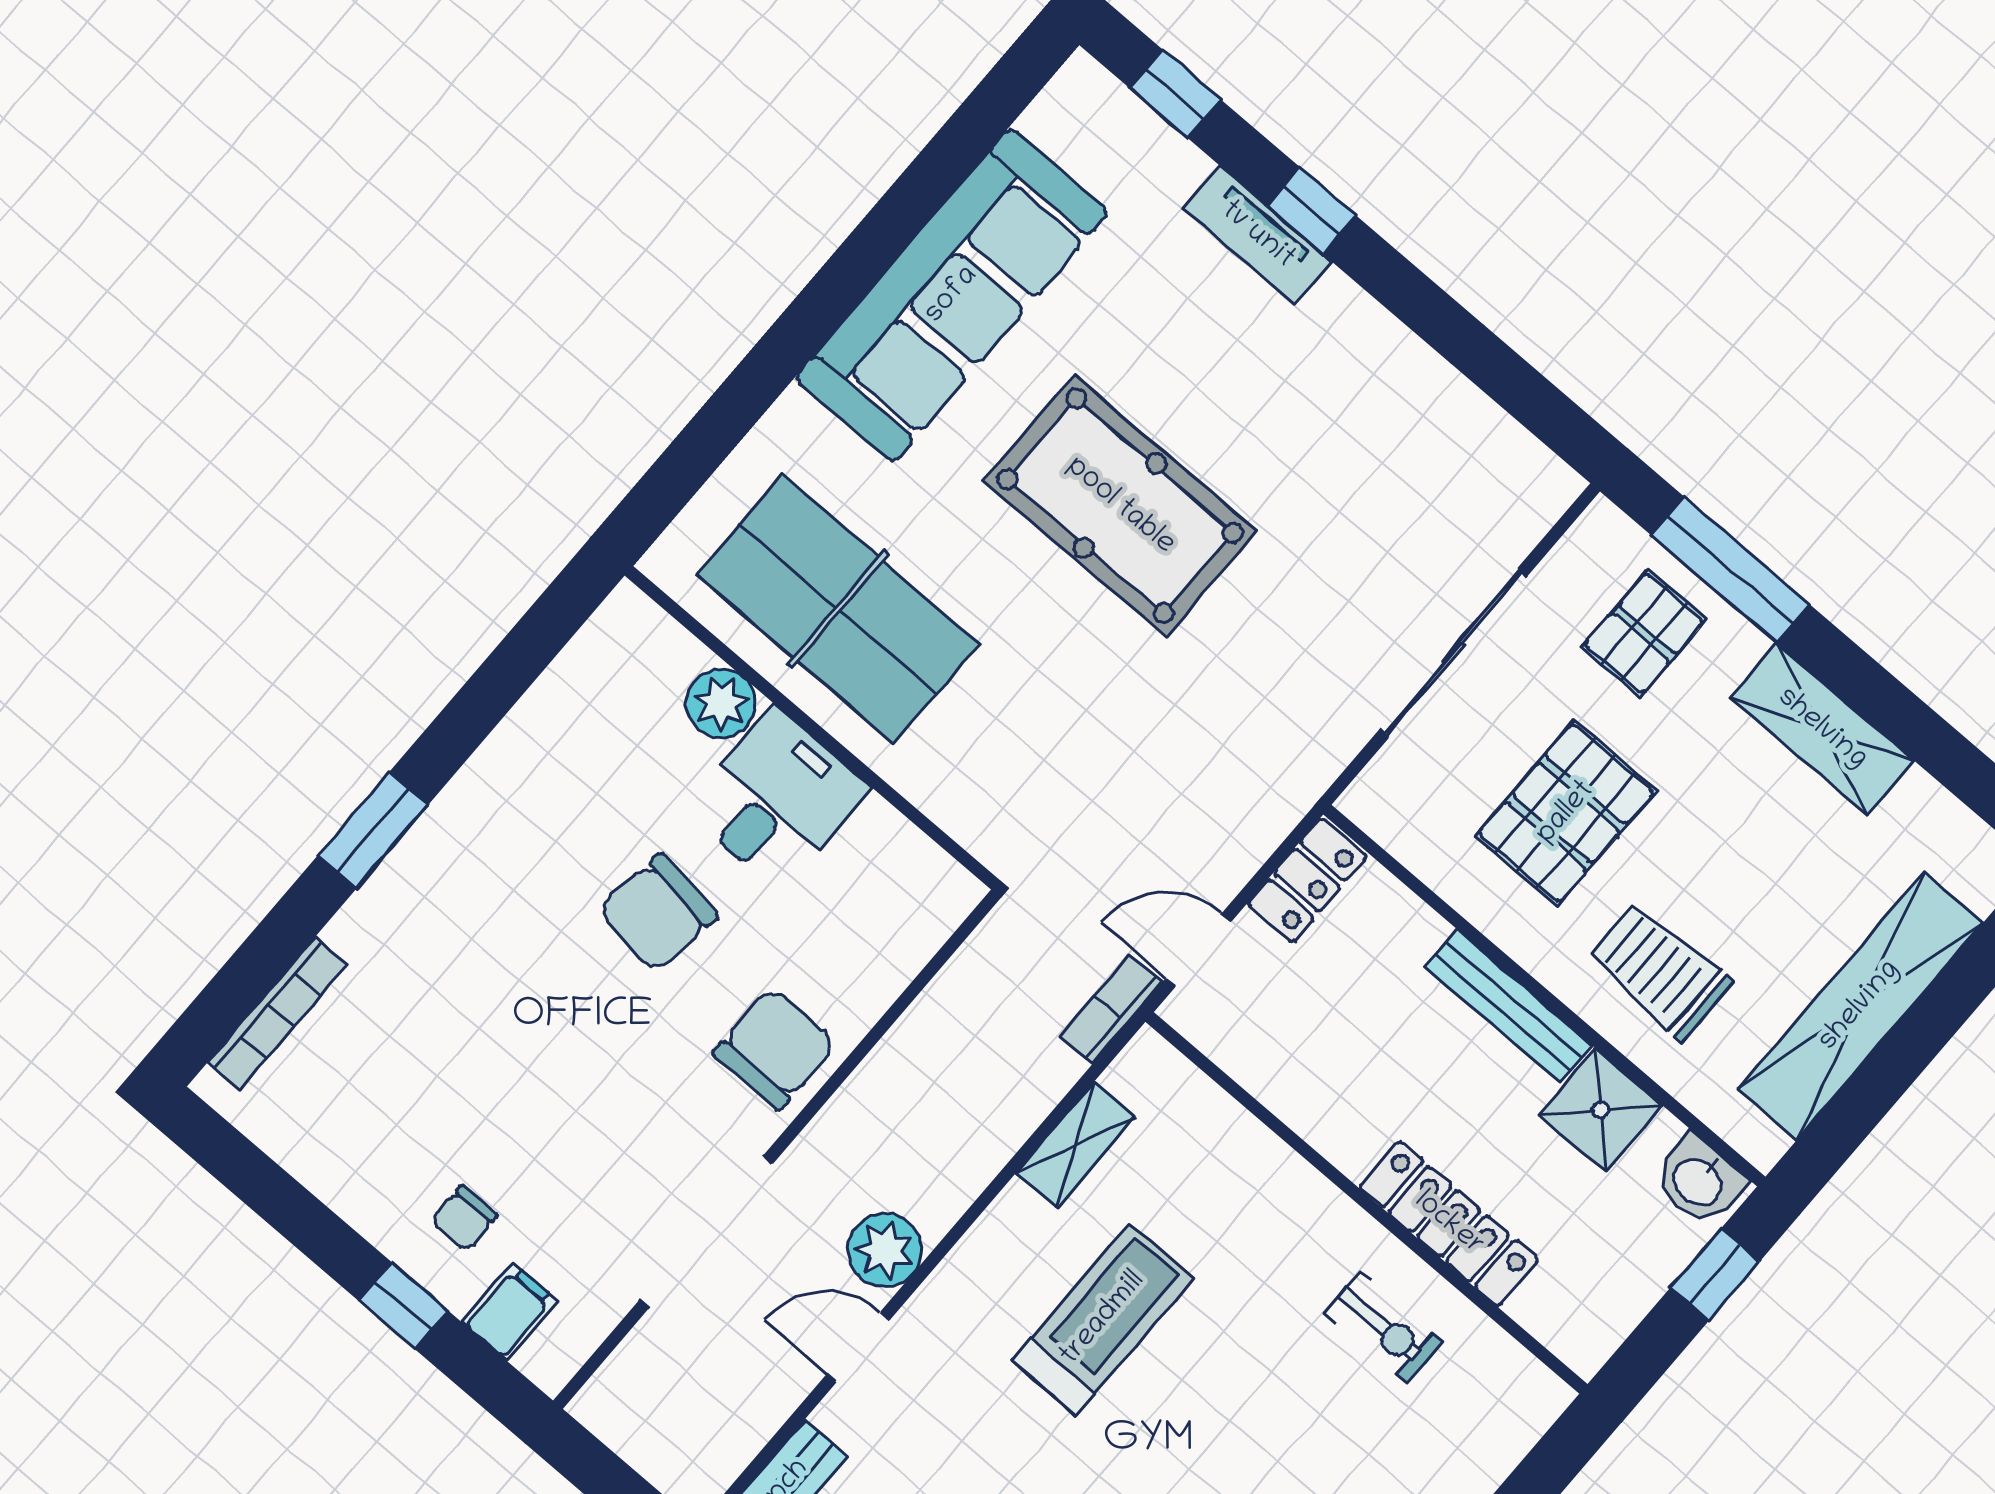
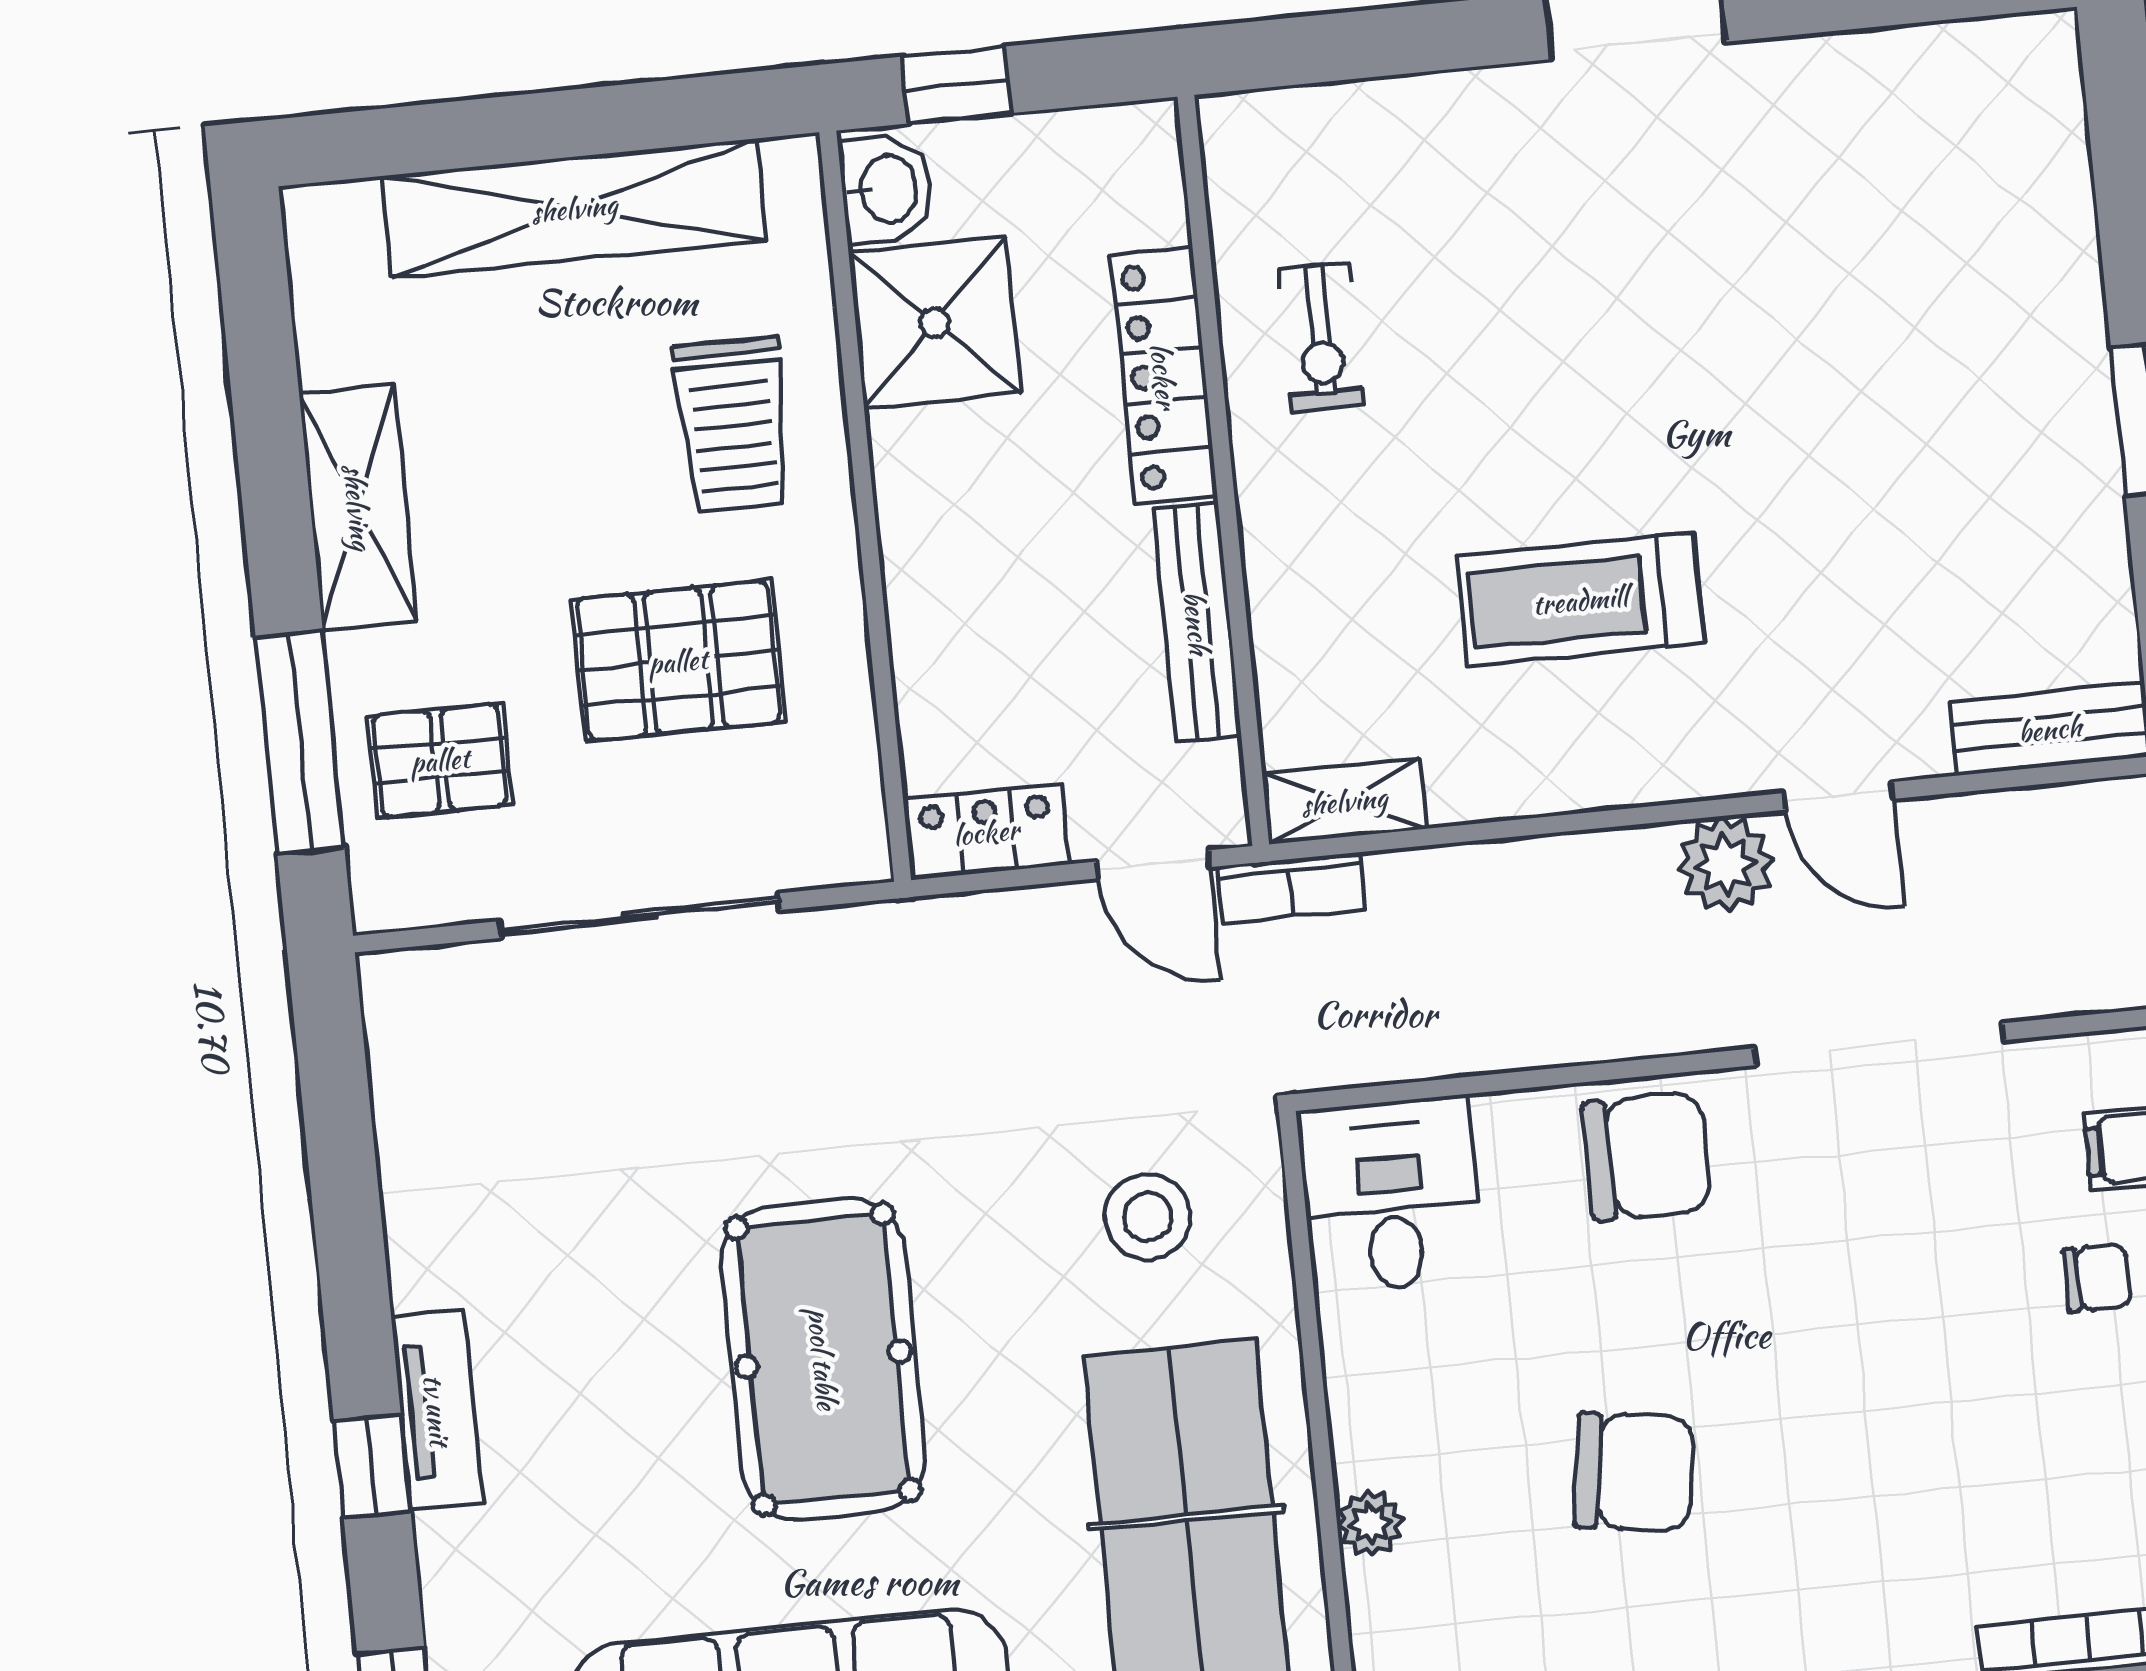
tv unit: (1257, 235) -> (437, 1410), moved
plant: (721, 703) -> (1370, 1523), width x0.73, depth x0.73
stool: (1017, 754) -> (1147, 1217), added
desk: (777, 799) -> (1391, 1195), moved, turned 90
chair: (658, 913) -> (1634, 1472), moved
bench: (1508, 1006) -> (1197, 623), moved
chair: (775, 1049) -> (1647, 1156), turned 180
shower: (1601, 1110) -> (935, 323), width x1.36, depth x1.36
shelving: (1076, 1145) -> (1344, 801), moved
exercise bike: (1383, 1327) -> (1321, 337), turned 180

